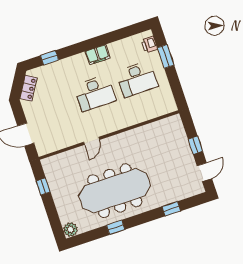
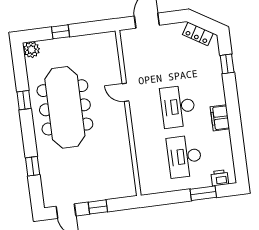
window: (43, 186) -> (61, 32), moved

